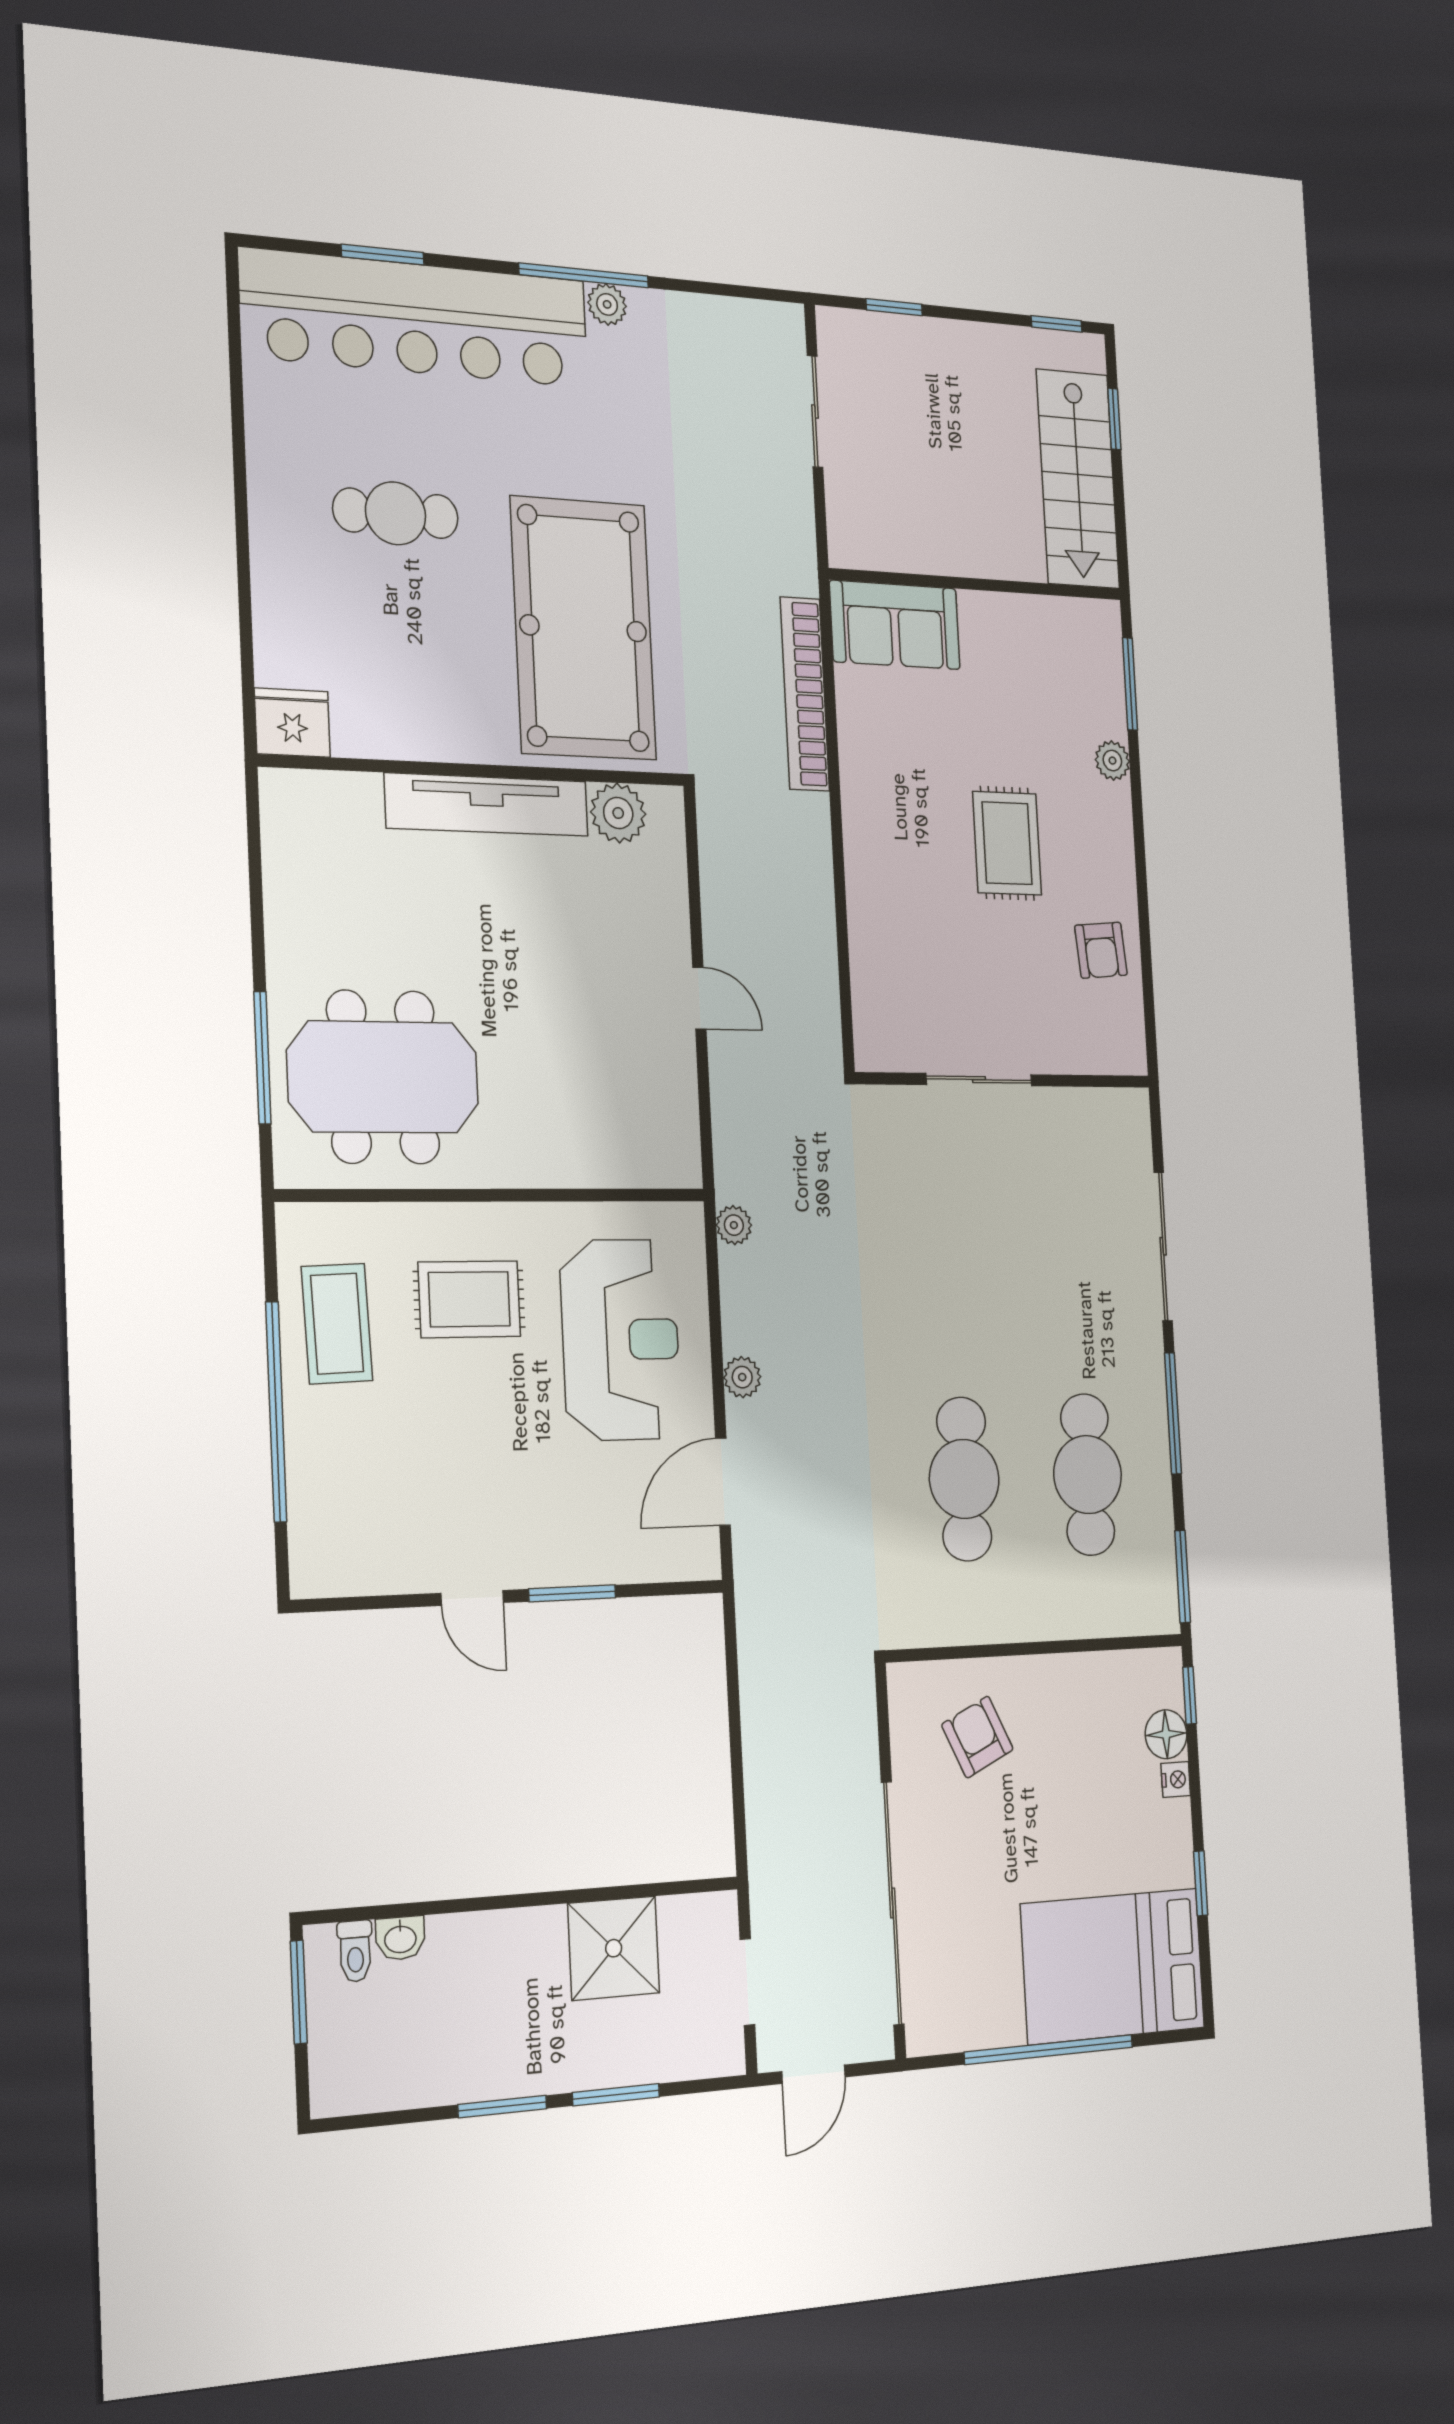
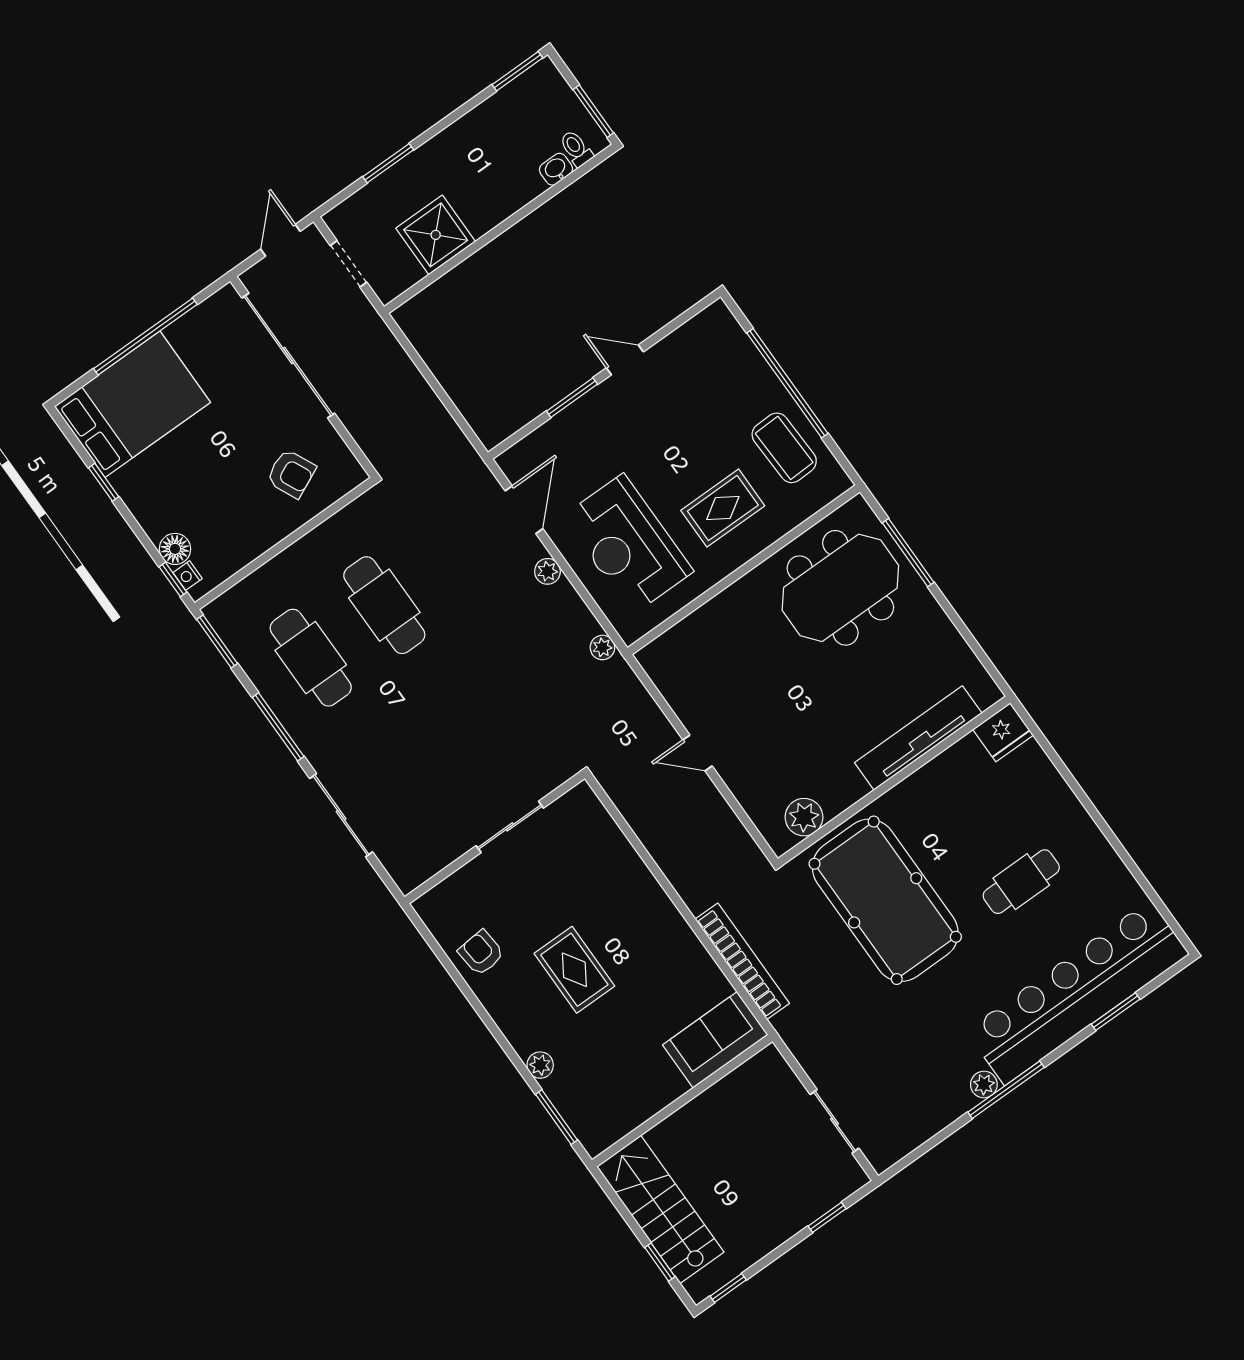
tv unit: (487, 805) -> (918, 738), moved
nightstand: (1176, 1779) -> (188, 576), moved
window: (502, 2107) -> (517, 71), moved

